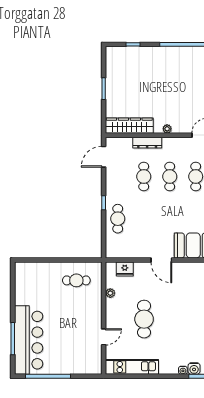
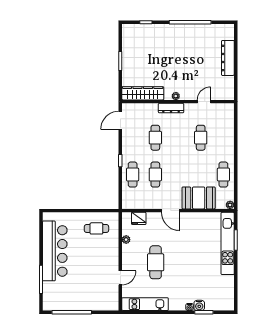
dresser: (147, 143) -> (171, 108), moved
cafe table: (170, 176) -> (155, 175), moved
bar counter: (29, 340) -> (55, 251), moved

